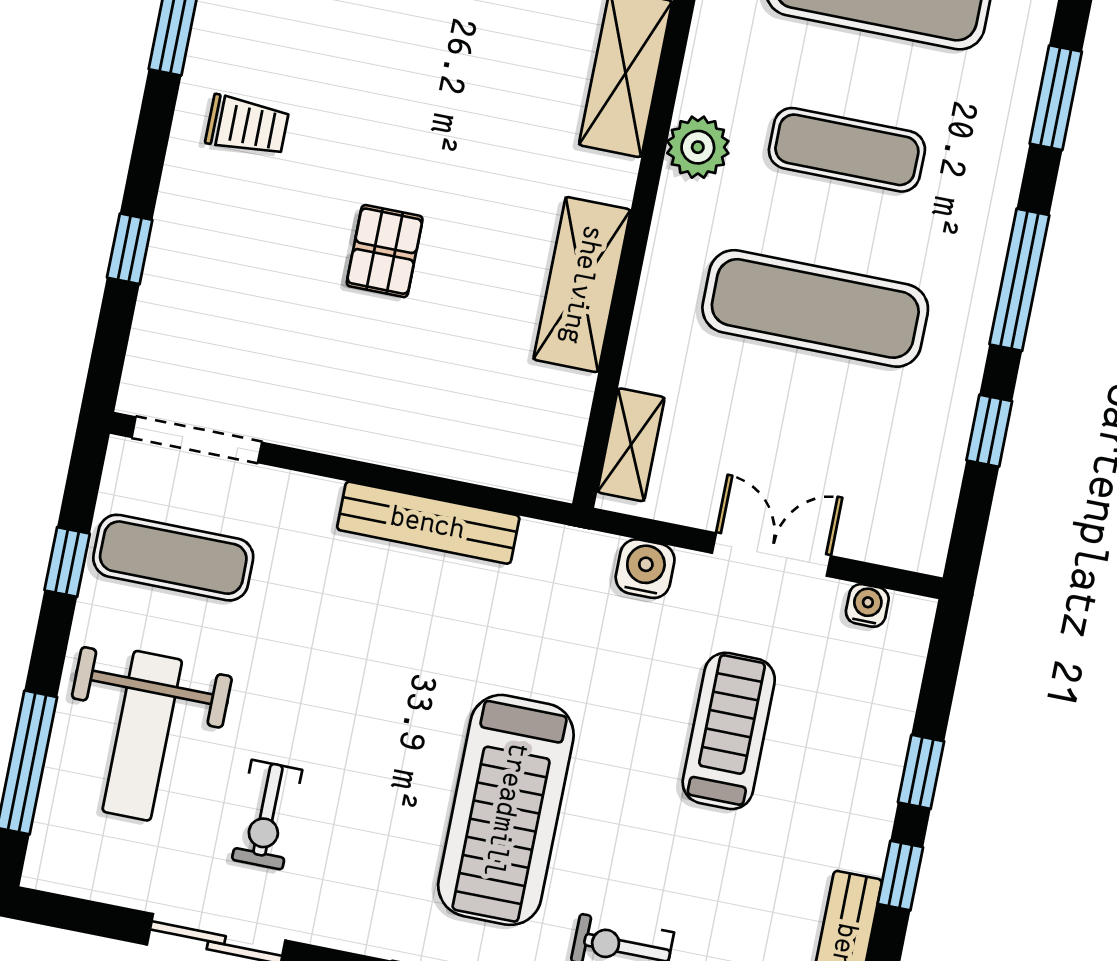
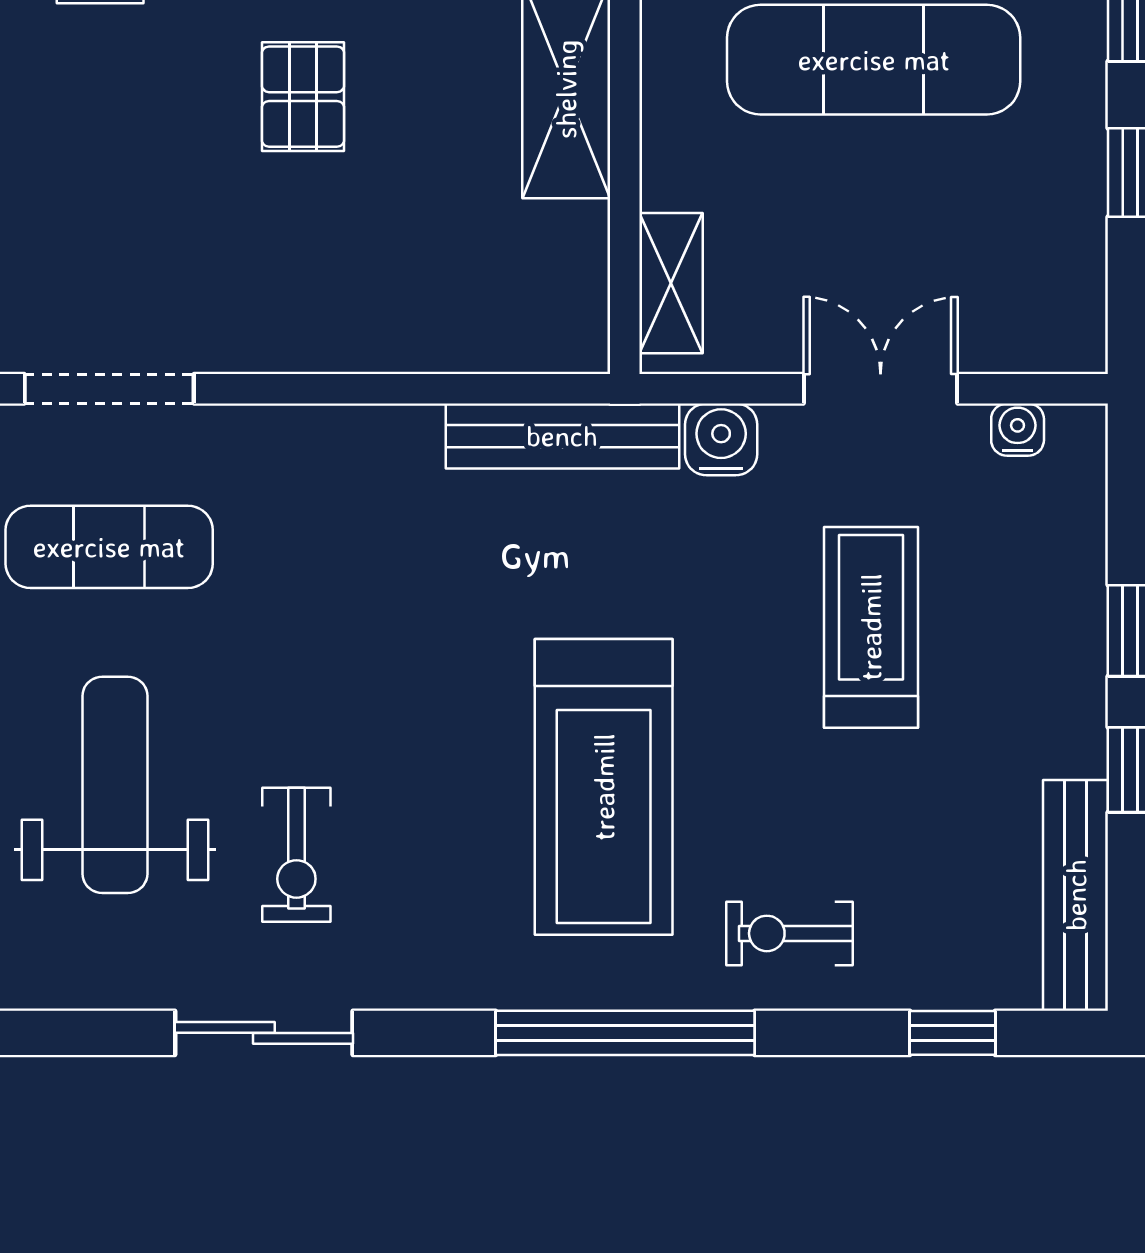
bench: (428, 523) -> (562, 436), moved
weight bench: (142, 736) -> (115, 785), turned 180

